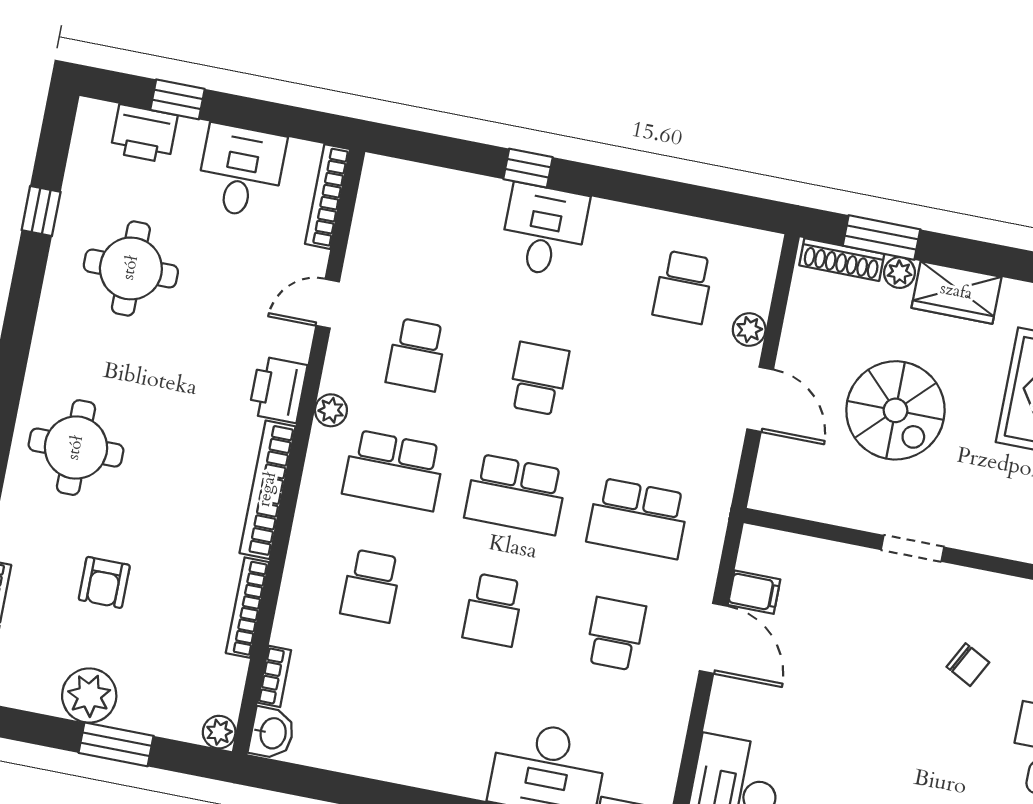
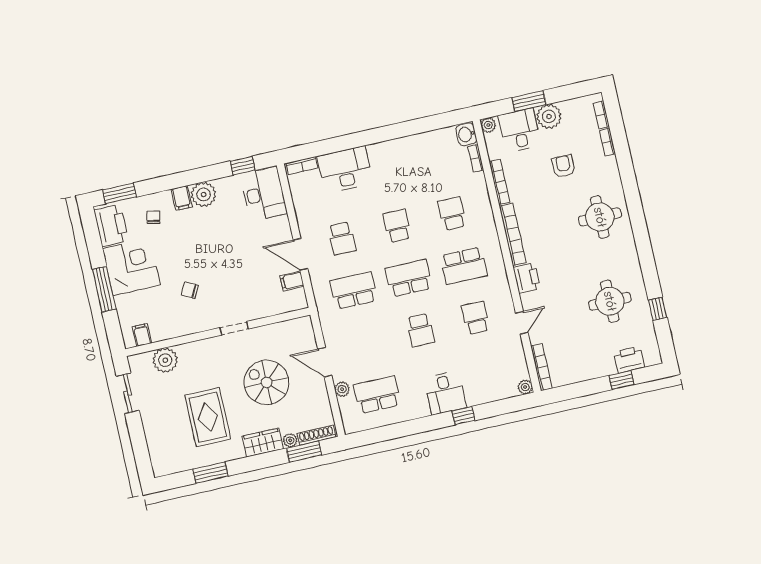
desk: (241, 171) -> (520, 130), moved, turned 180
school desk: (683, 287) -> (377, 395), width x1.85
plant: (331, 410) -> (525, 387), moved
school desk: (394, 470) -> (464, 266), turned 180

